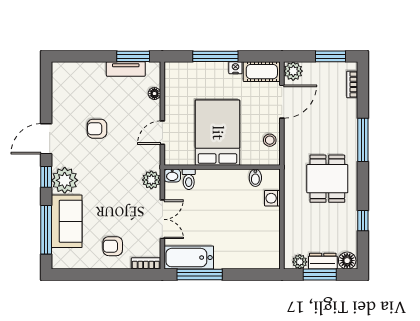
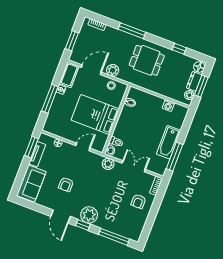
window: (330, 56) -> (72, 41), moved
plant: (293, 71) -> (113, 70), moved
door: (282, 102) -> (91, 70), hinge flipped
door: (162, 133) -> (83, 147), swing flipped
washing machine: (272, 198) -> (168, 105), moved
sofa: (67, 221) -> (31, 184), moved, turned 90
bathtub: (189, 258) -> (169, 142), moved

